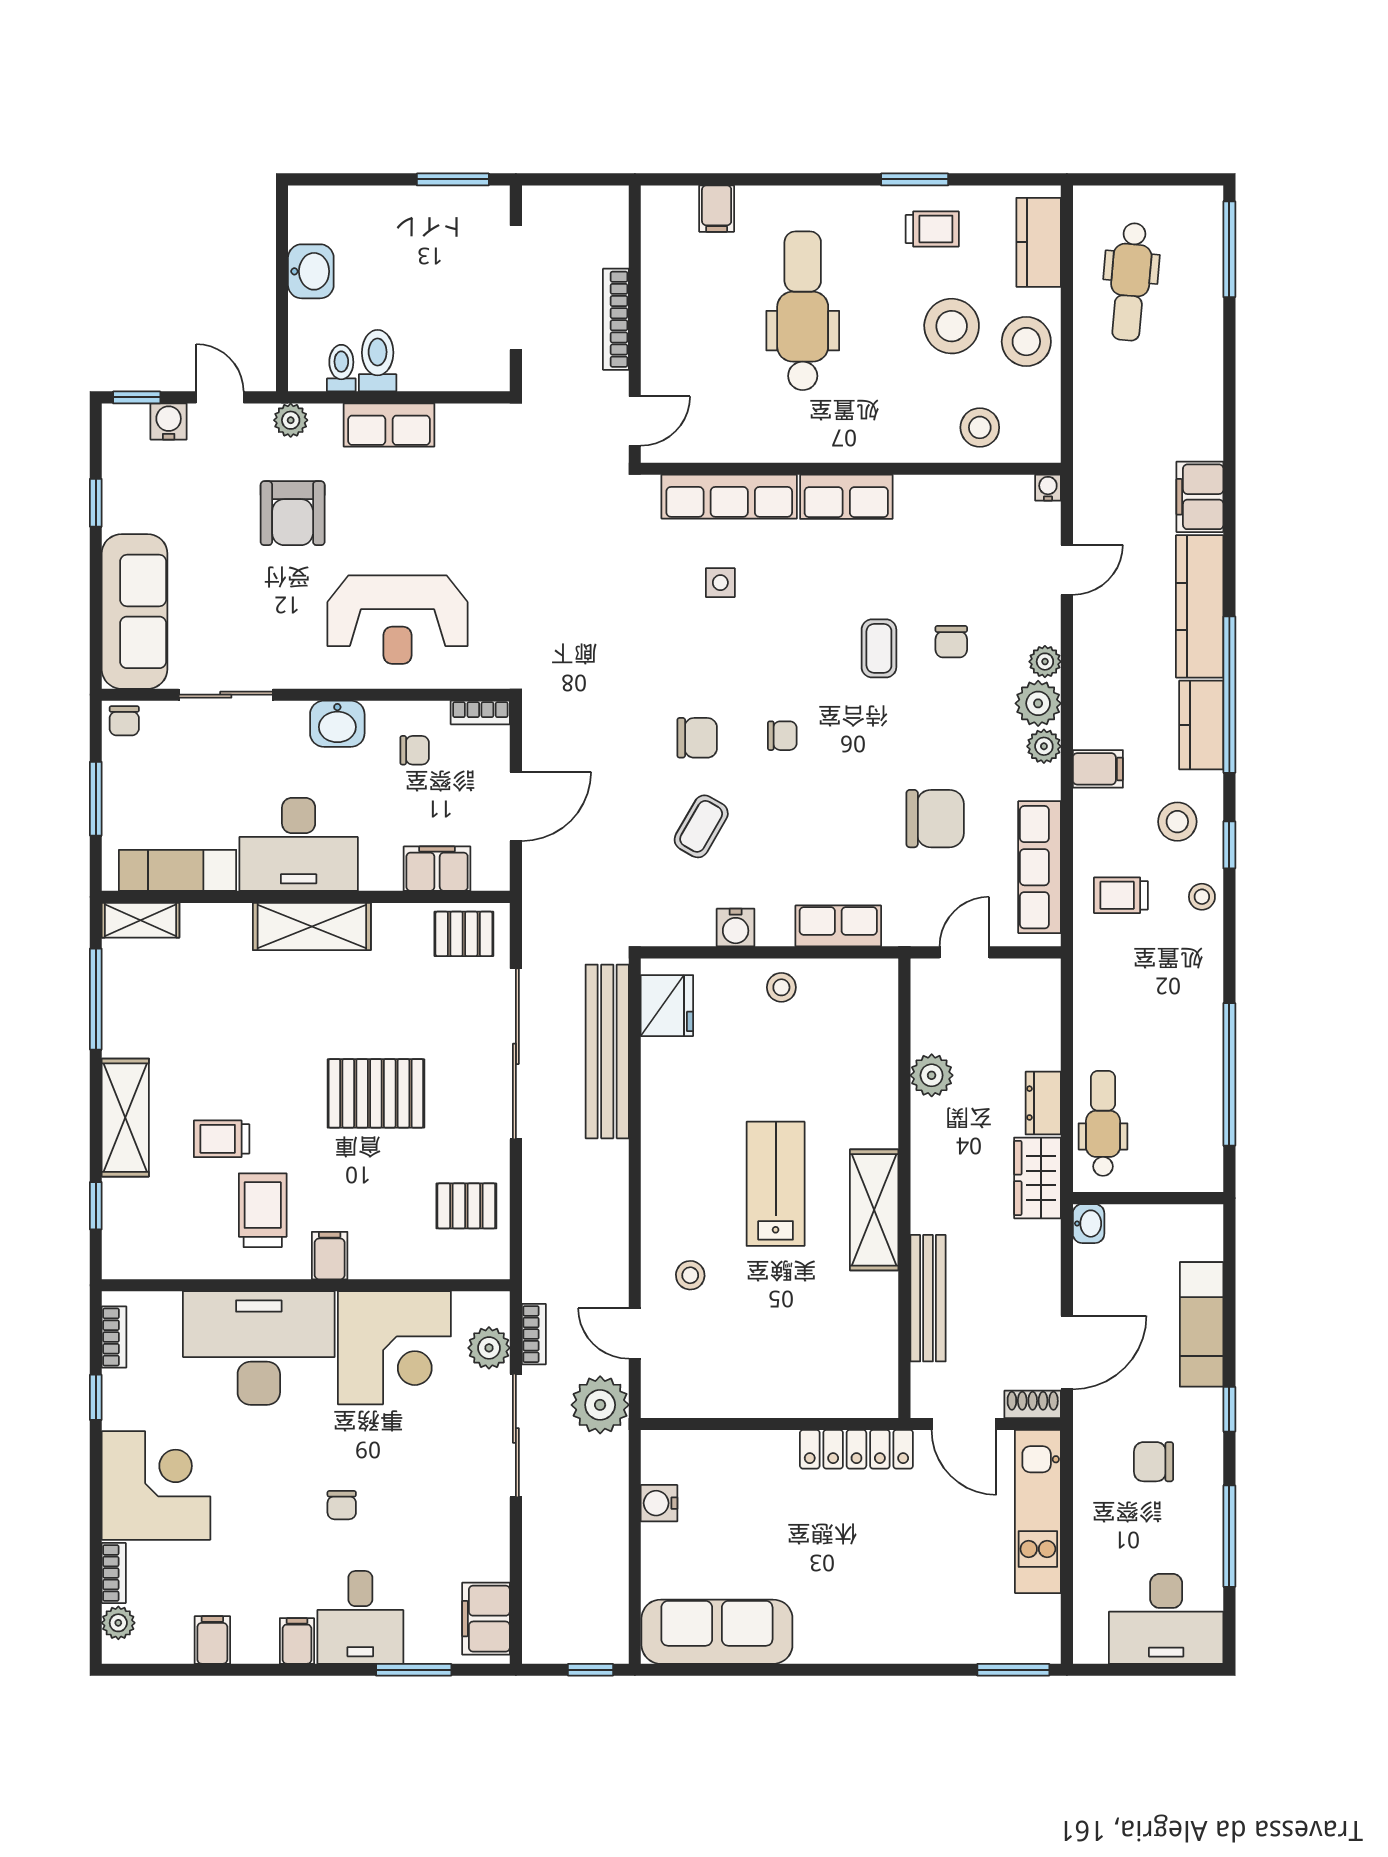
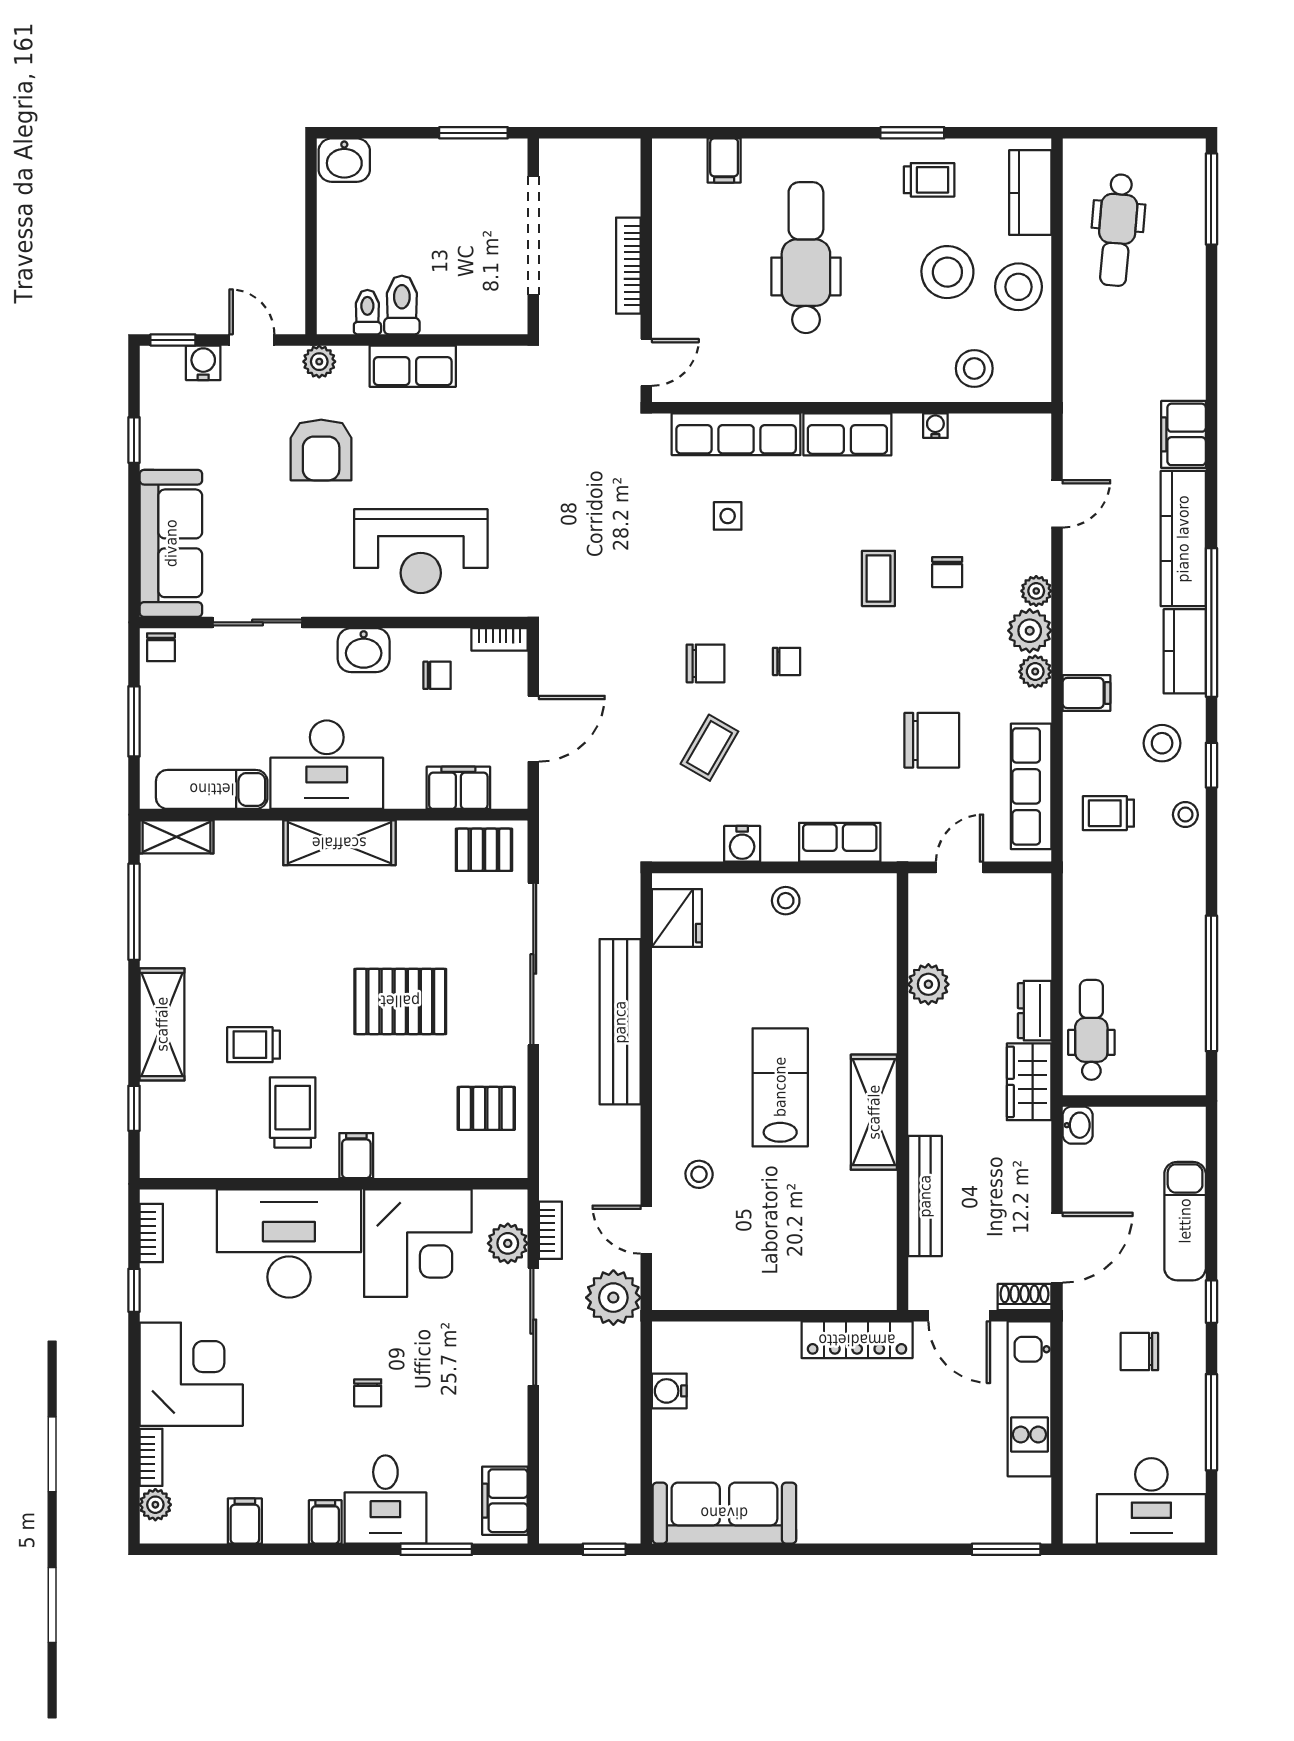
washbasin: (311, 271) -> (344, 160), moved, turned 90
water cooler: (1048, 488) -> (935, 426), moved
bench: (607, 1051) -> (620, 1022), moved

